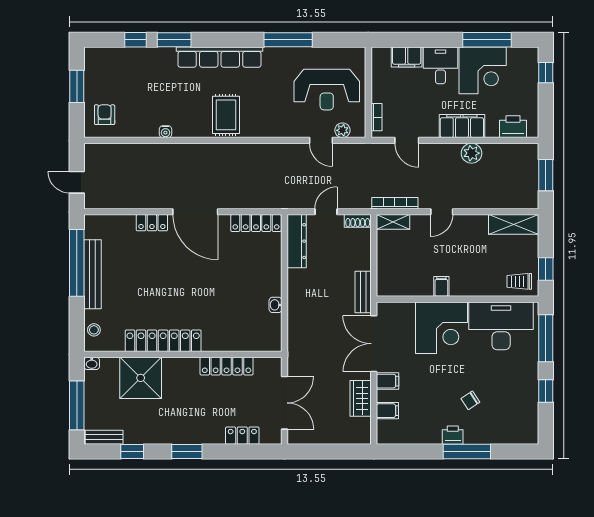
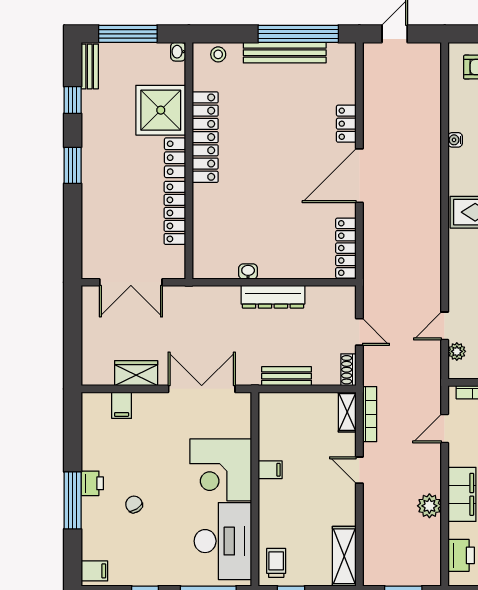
dresser: (297, 241) -> (273, 297), moved
bench: (363, 292) -> (287, 376), moved
filing cabinet: (387, 381) -> (94, 571), moved, turned -90
locker: (242, 436) -> (175, 158), moved, turned 180

